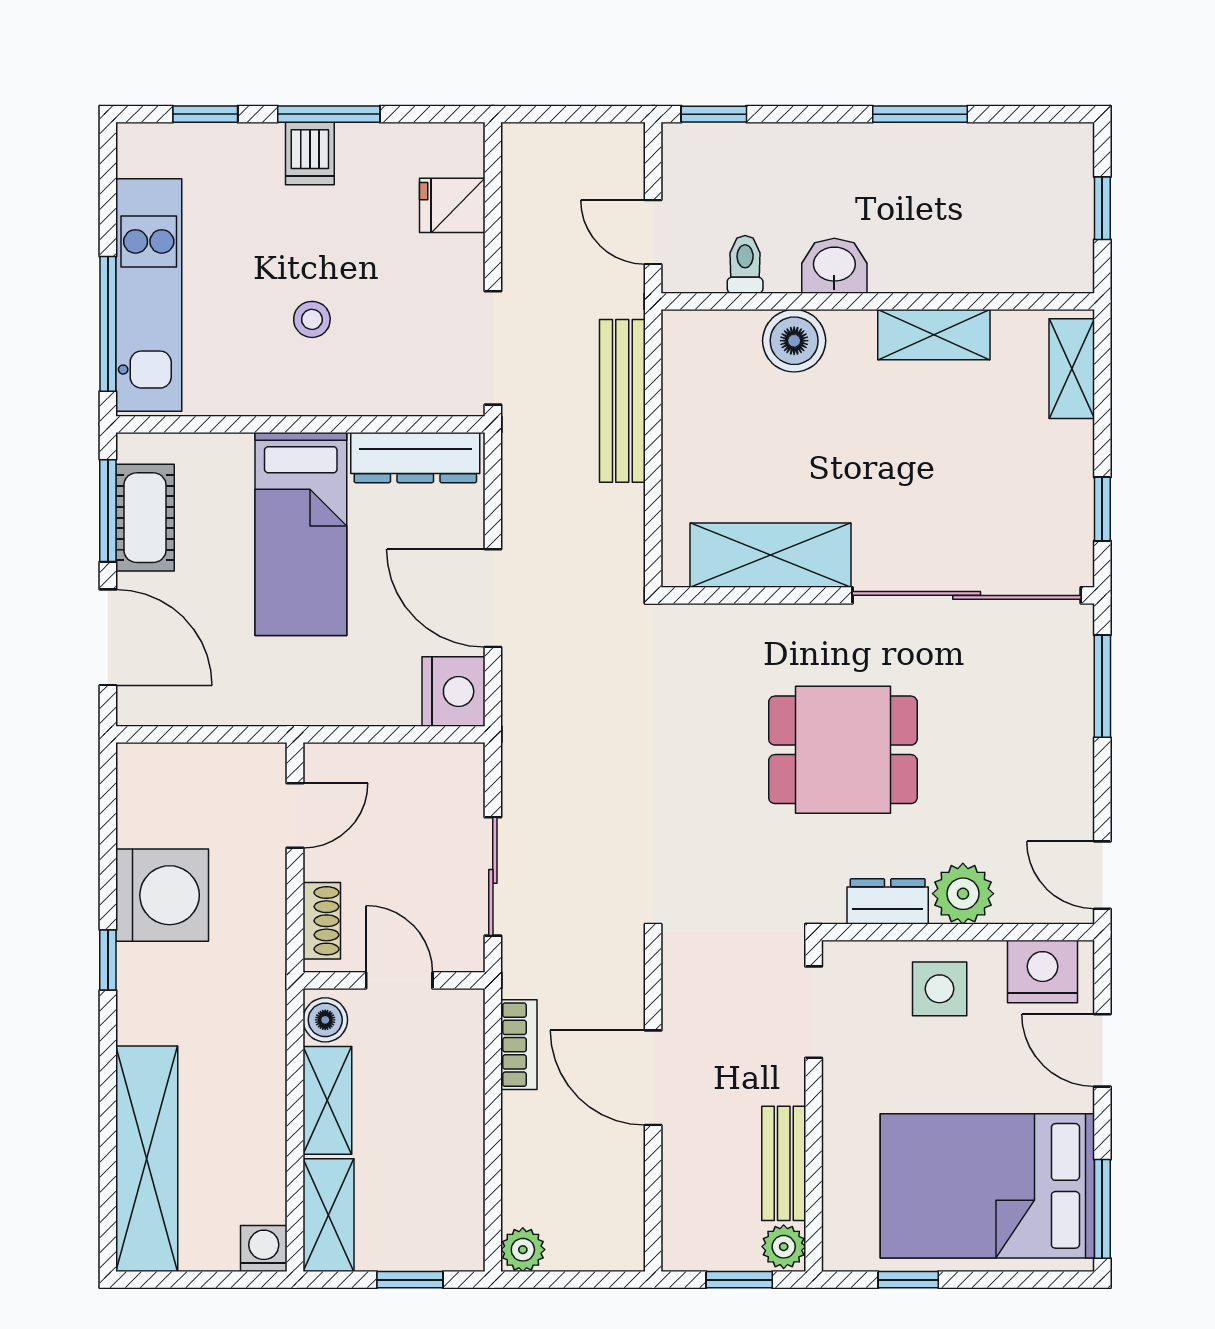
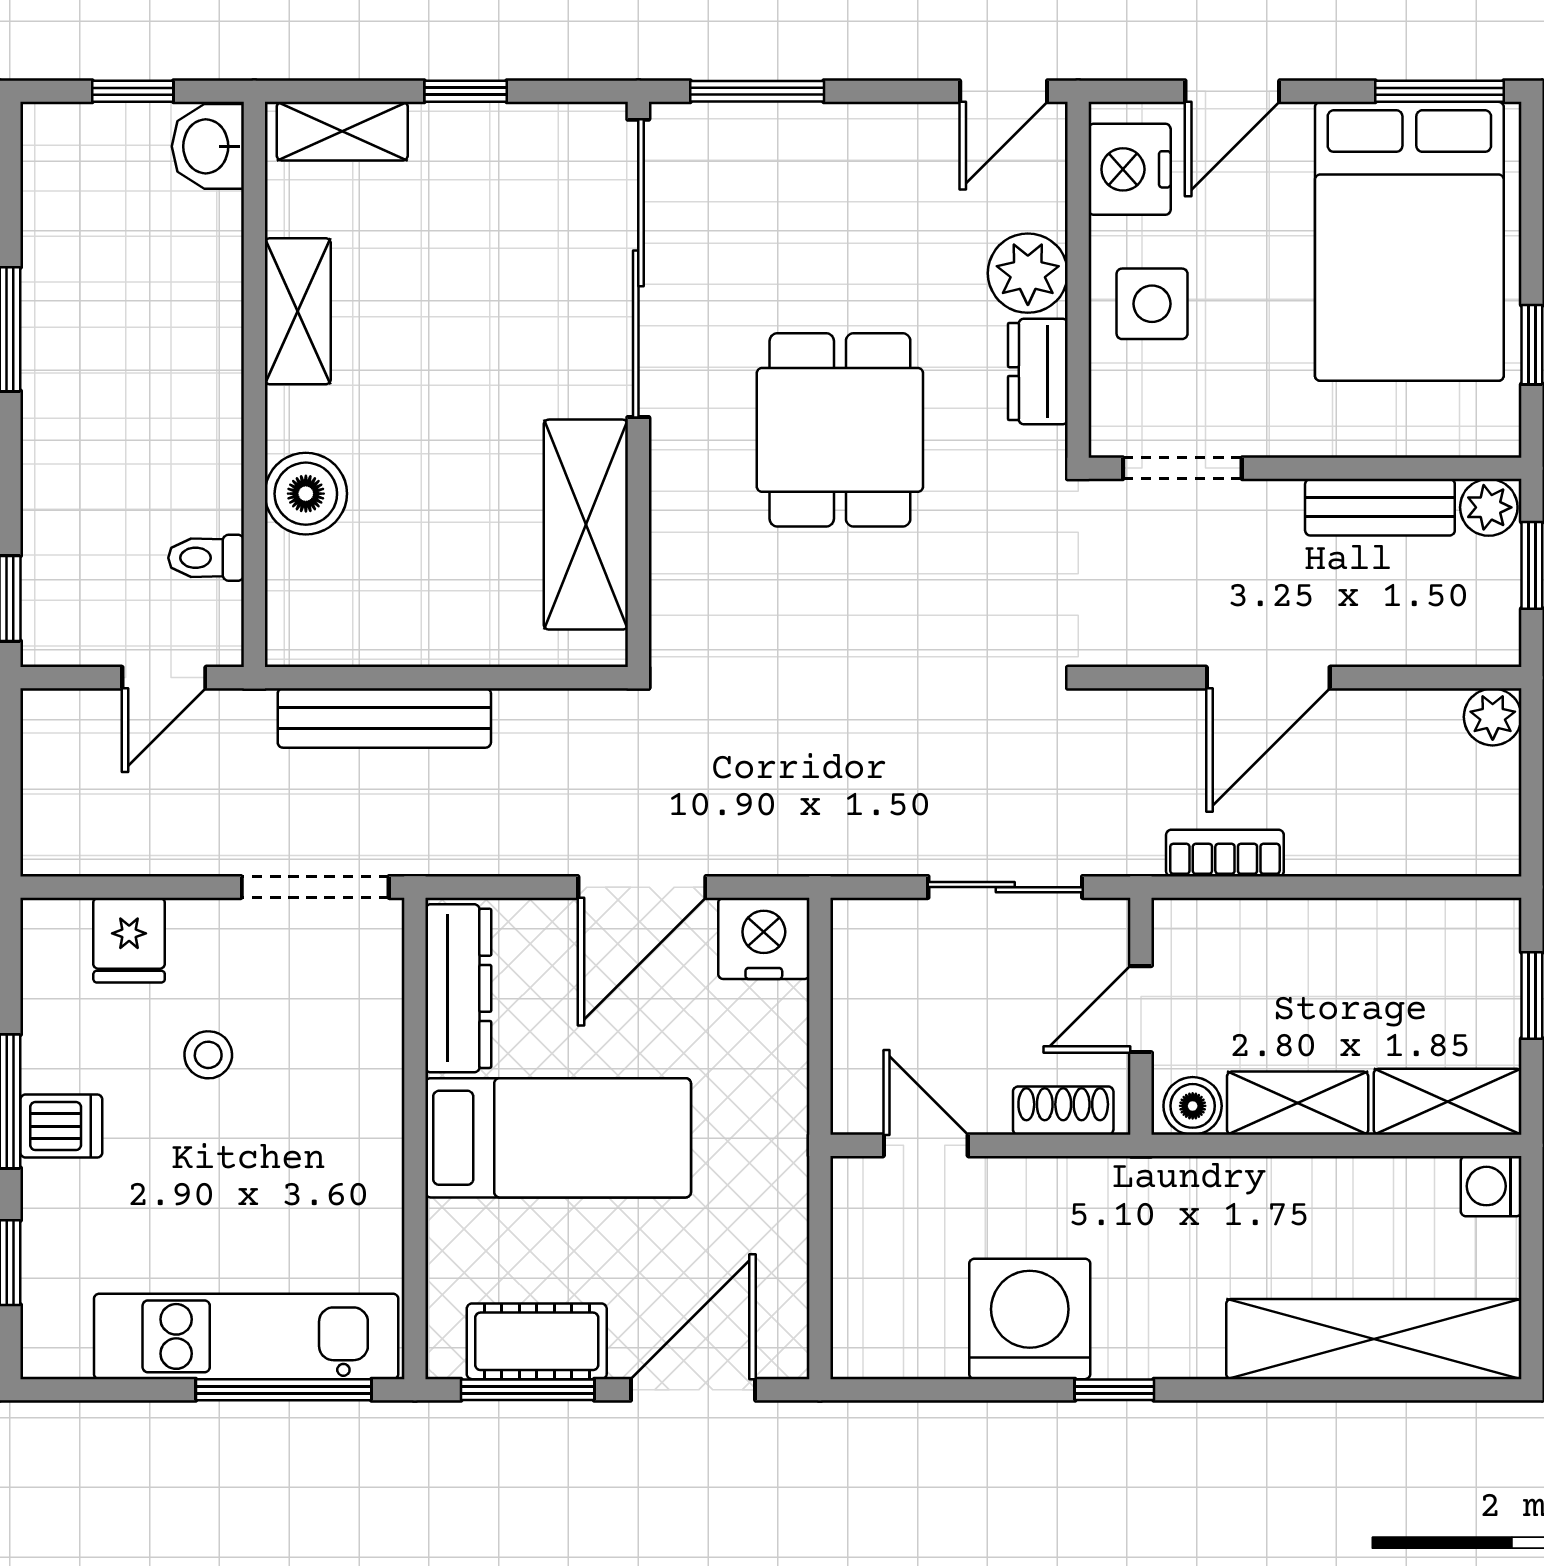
washbasin: (834, 266) -> (208, 146), moved
stool: (312, 319) -> (208, 1055), moved
window: (1102, 509) -> (466, 91), moved
plant: (523, 1250) -> (1493, 717), moved

